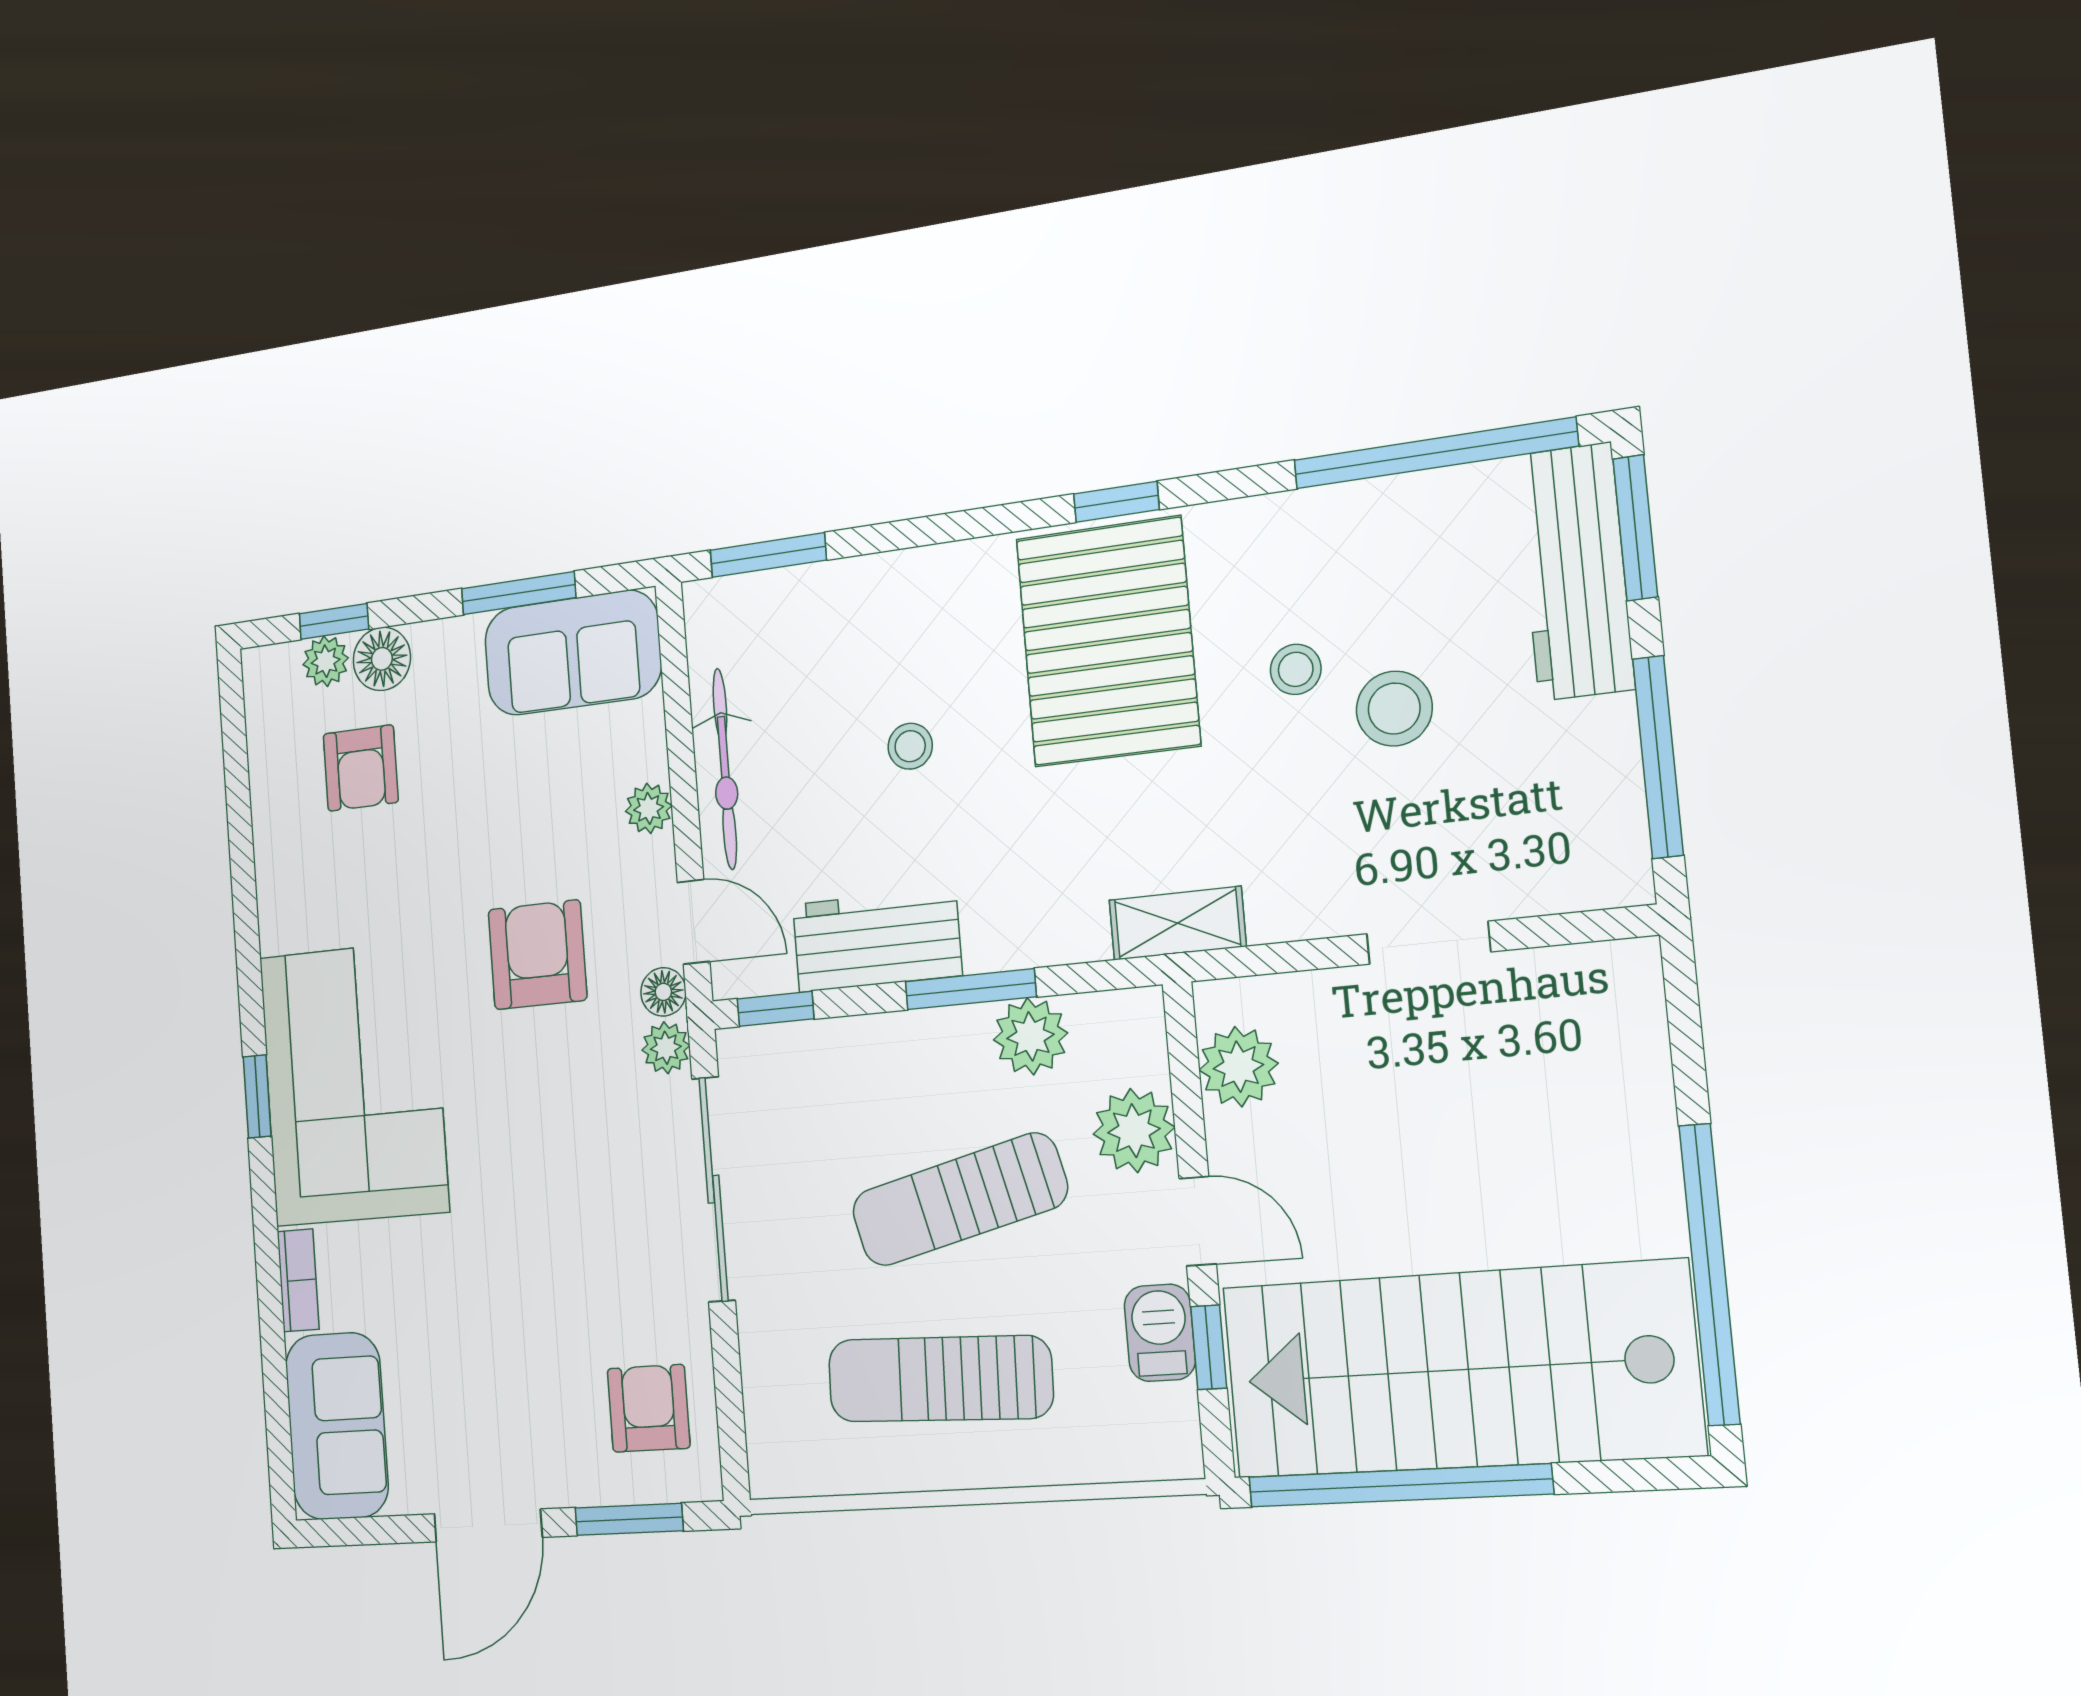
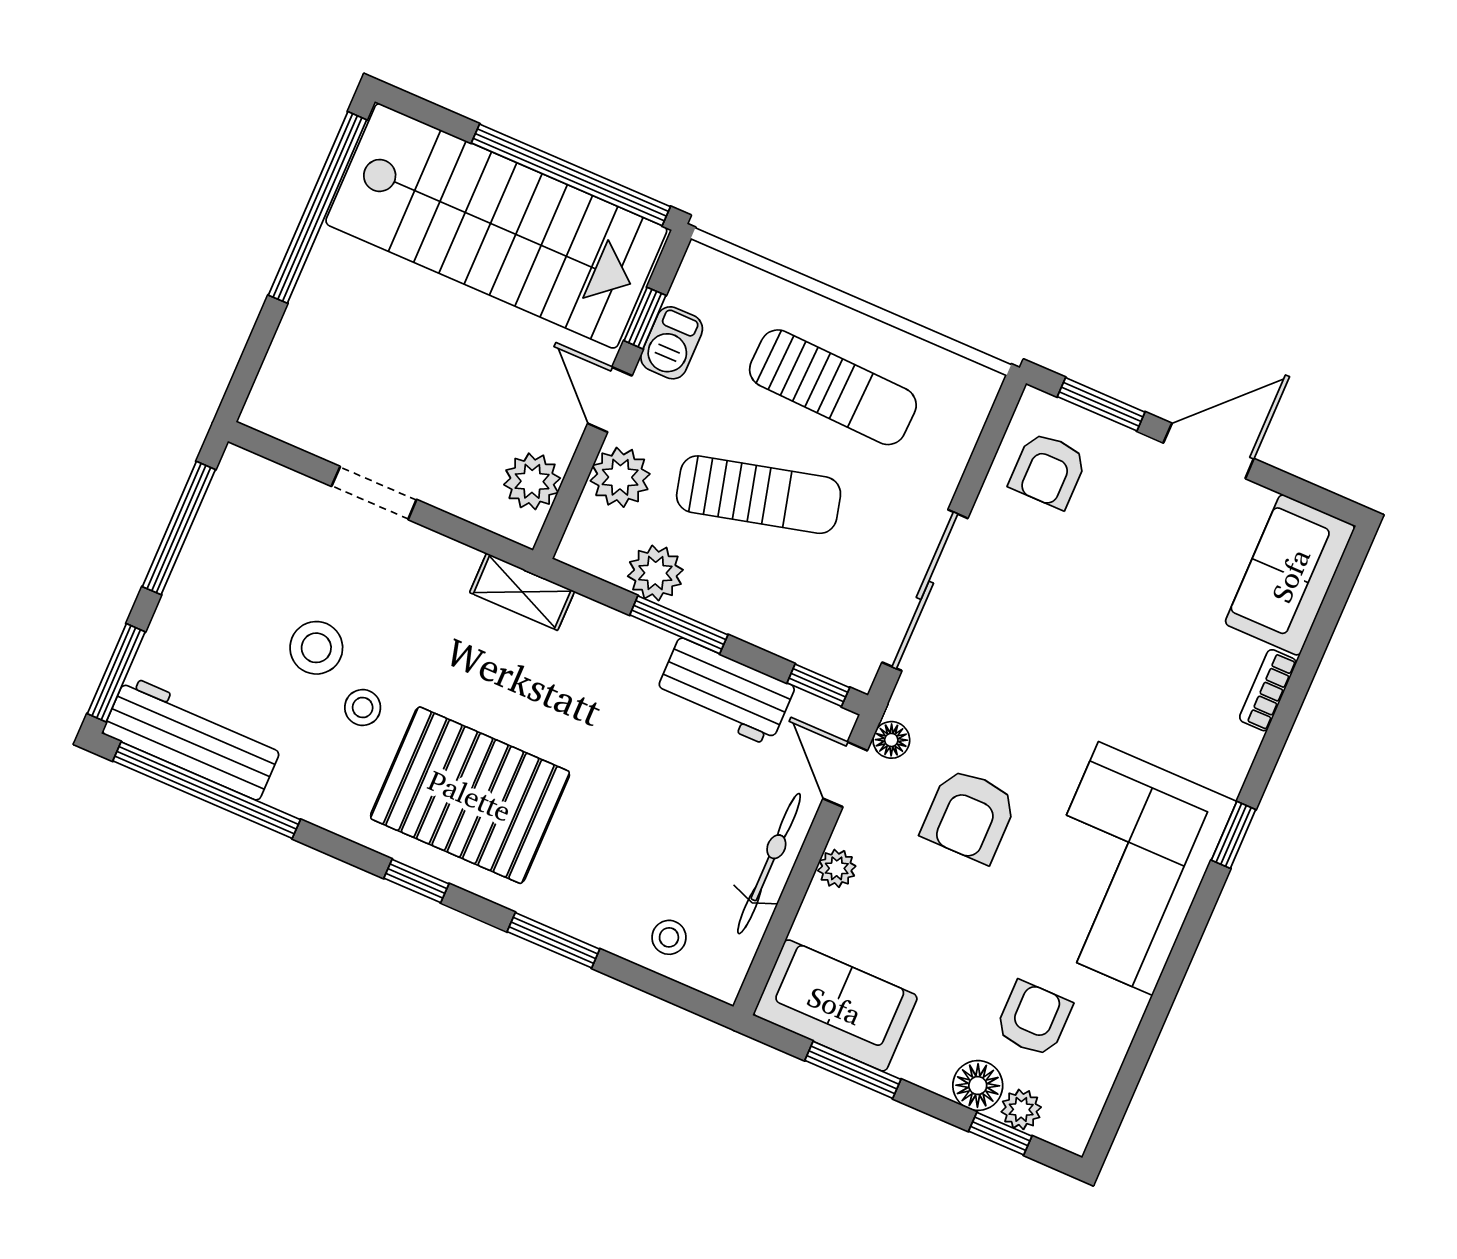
window: (768, 555) -> (553, 940), moved
workbench: (1575, 572) -> (193, 738), moved, turned -90
pallet: (1108, 642) -> (470, 795), turned 90
stool: (910, 746) -> (669, 937), moved
plant: (666, 1048) -> (909, 702), removed
corner sofa: (353, 1084) -> (1126, 868), moved

